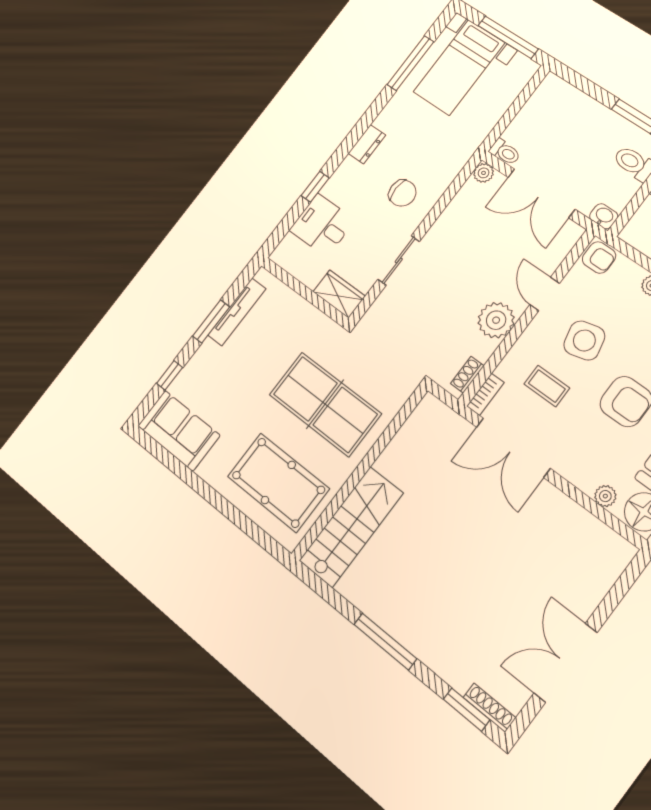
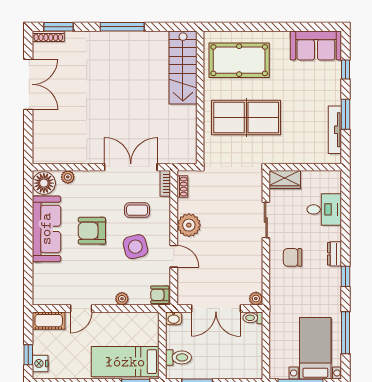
dresser: (367, 144) -> (335, 254), moved
window: (315, 187) -> (346, 276), moved
double door: (541, 193) -> (216, 309), swing flipped

